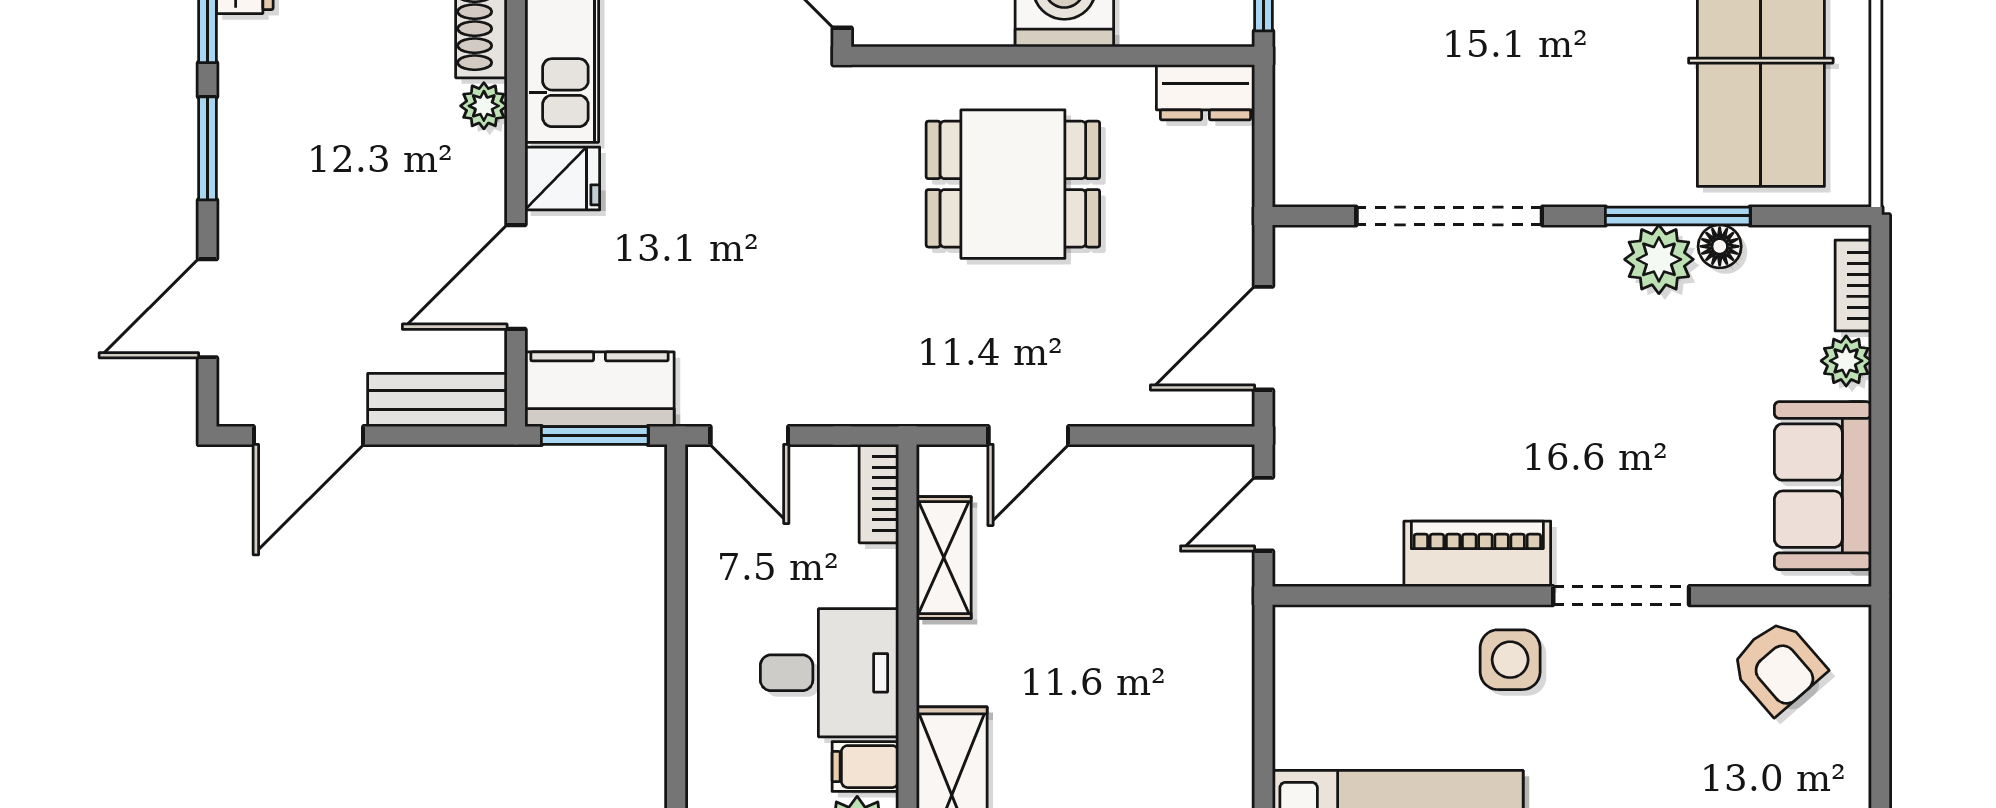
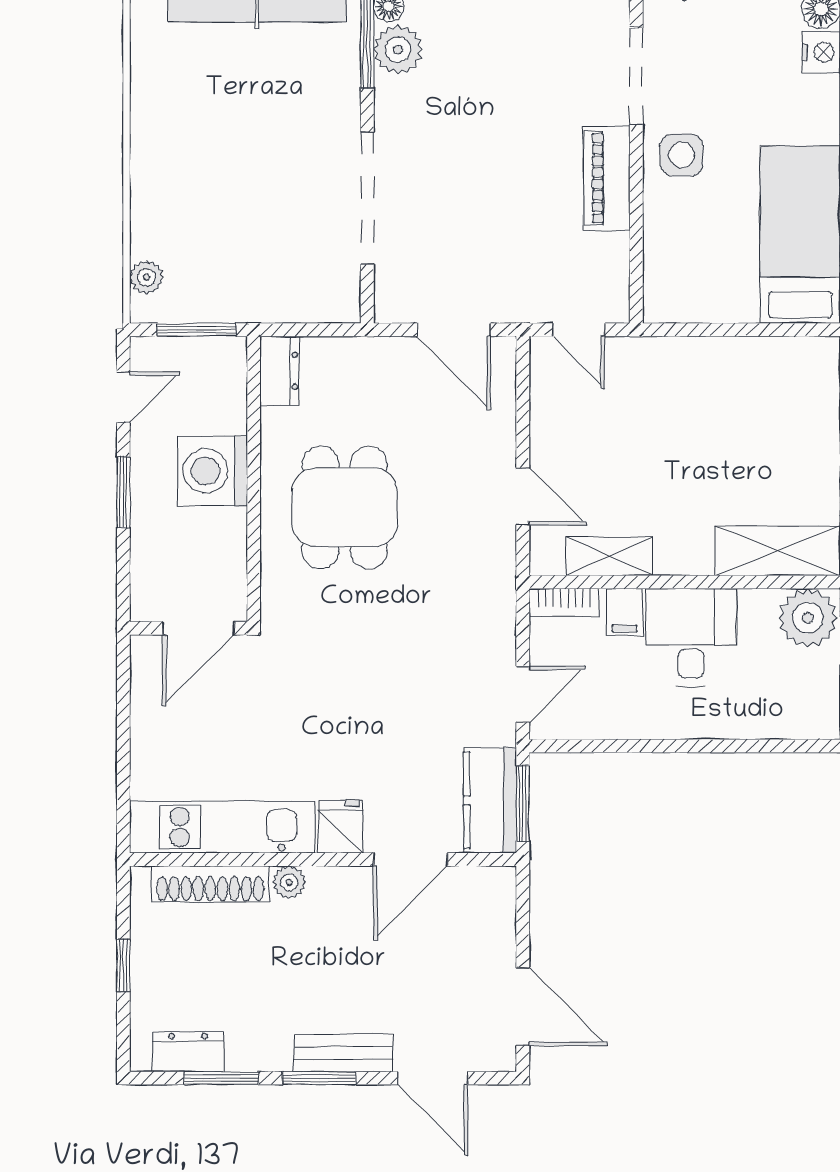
door: (516, 277) -> (410, 860), hinge flipped
bench: (437, 400) -> (343, 1053), moved, turned 90
filing cabinet: (865, 767) -> (624, 612), moved

